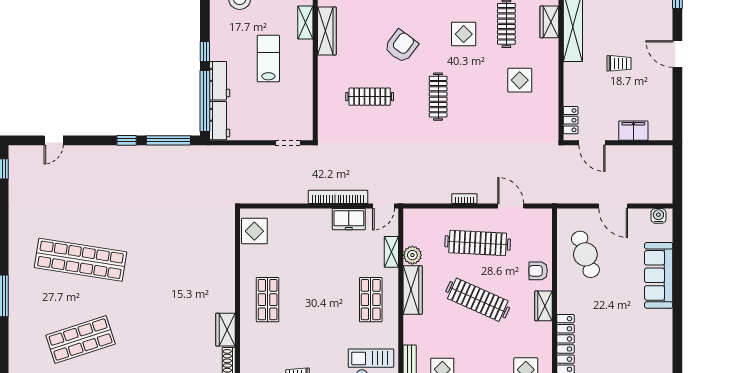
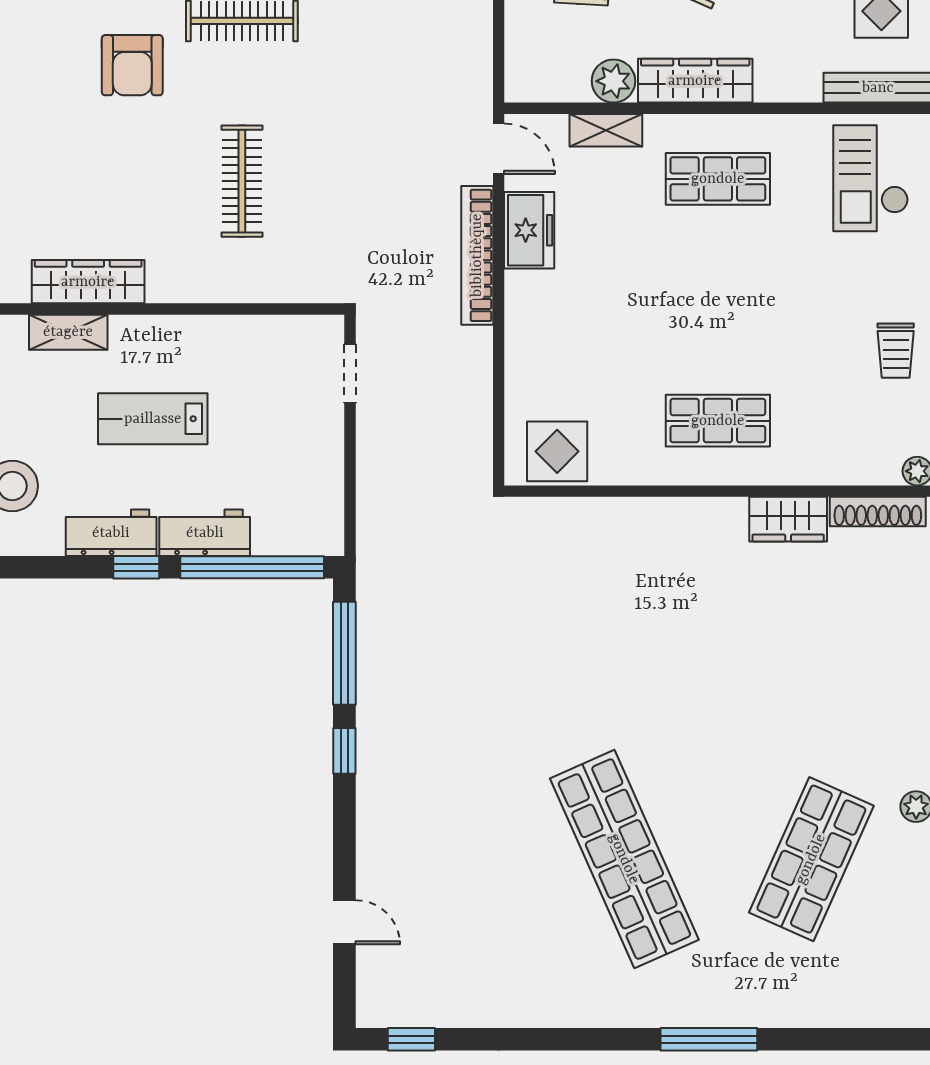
armchair: (401, 46) -> (132, 65), moved, turned -127
workbench: (220, 121) -> (111, 533), moved
shop shelf: (81, 260) -> (624, 859), turned -33
shop shelf: (81, 340) -> (811, 859), turned 42

